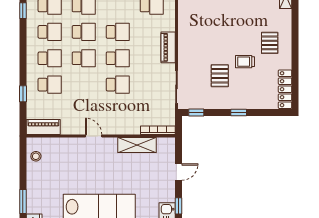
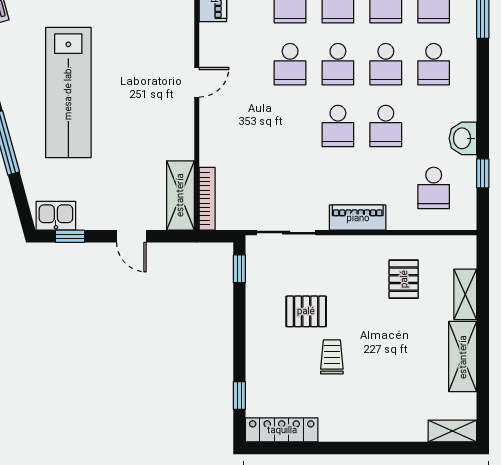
pallet: (270, 43) -> (404, 279), moved, turned 90
school desk: (118, 85) -> (290, 64), moved
window: (239, 113) -> (239, 395), moved
shelving: (137, 145) -> (180, 195), moved

